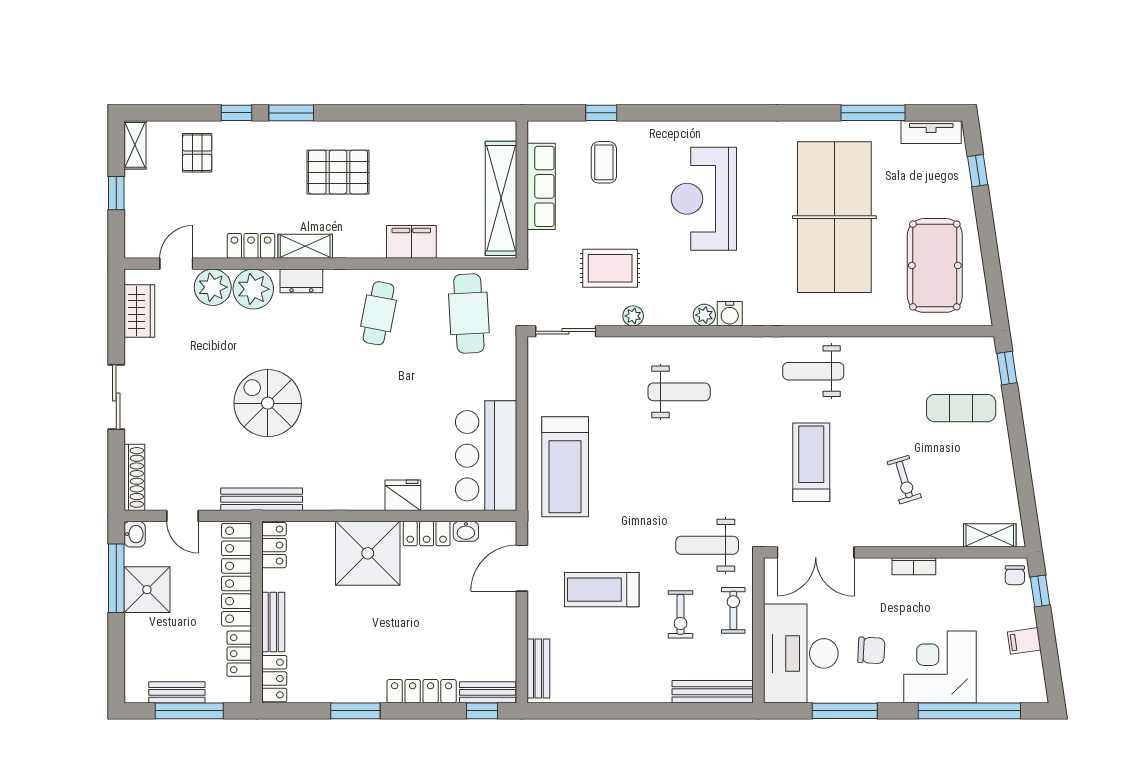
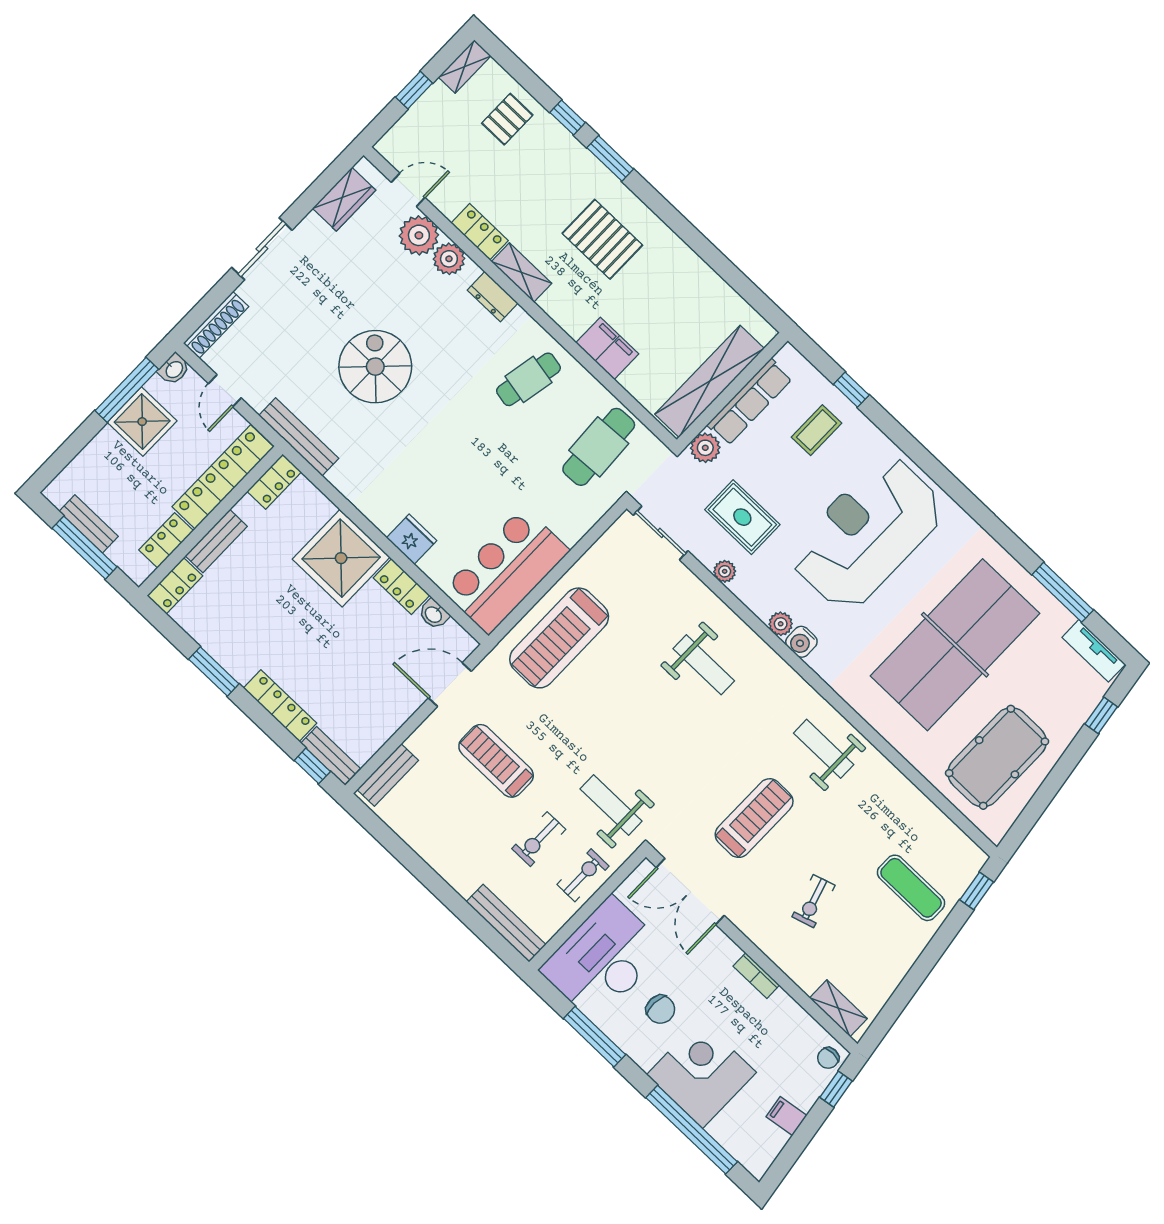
reception desk: (704, 199) -> (867, 533), width x1.36, depth x1.30
plant: (541, 246) -> (705, 448), added
plant: (253, 289) -> (449, 259), width x0.73, depth x0.73

